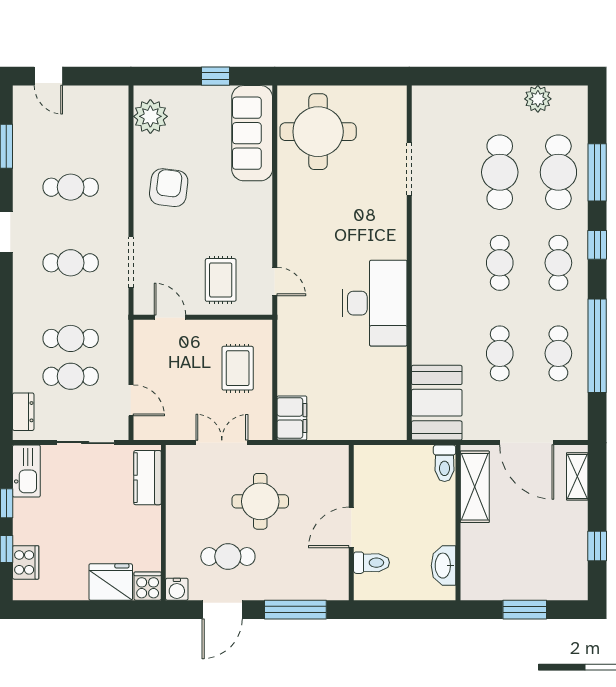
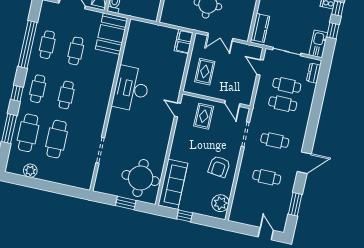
window: (337, 76) -> (126, 203), added

